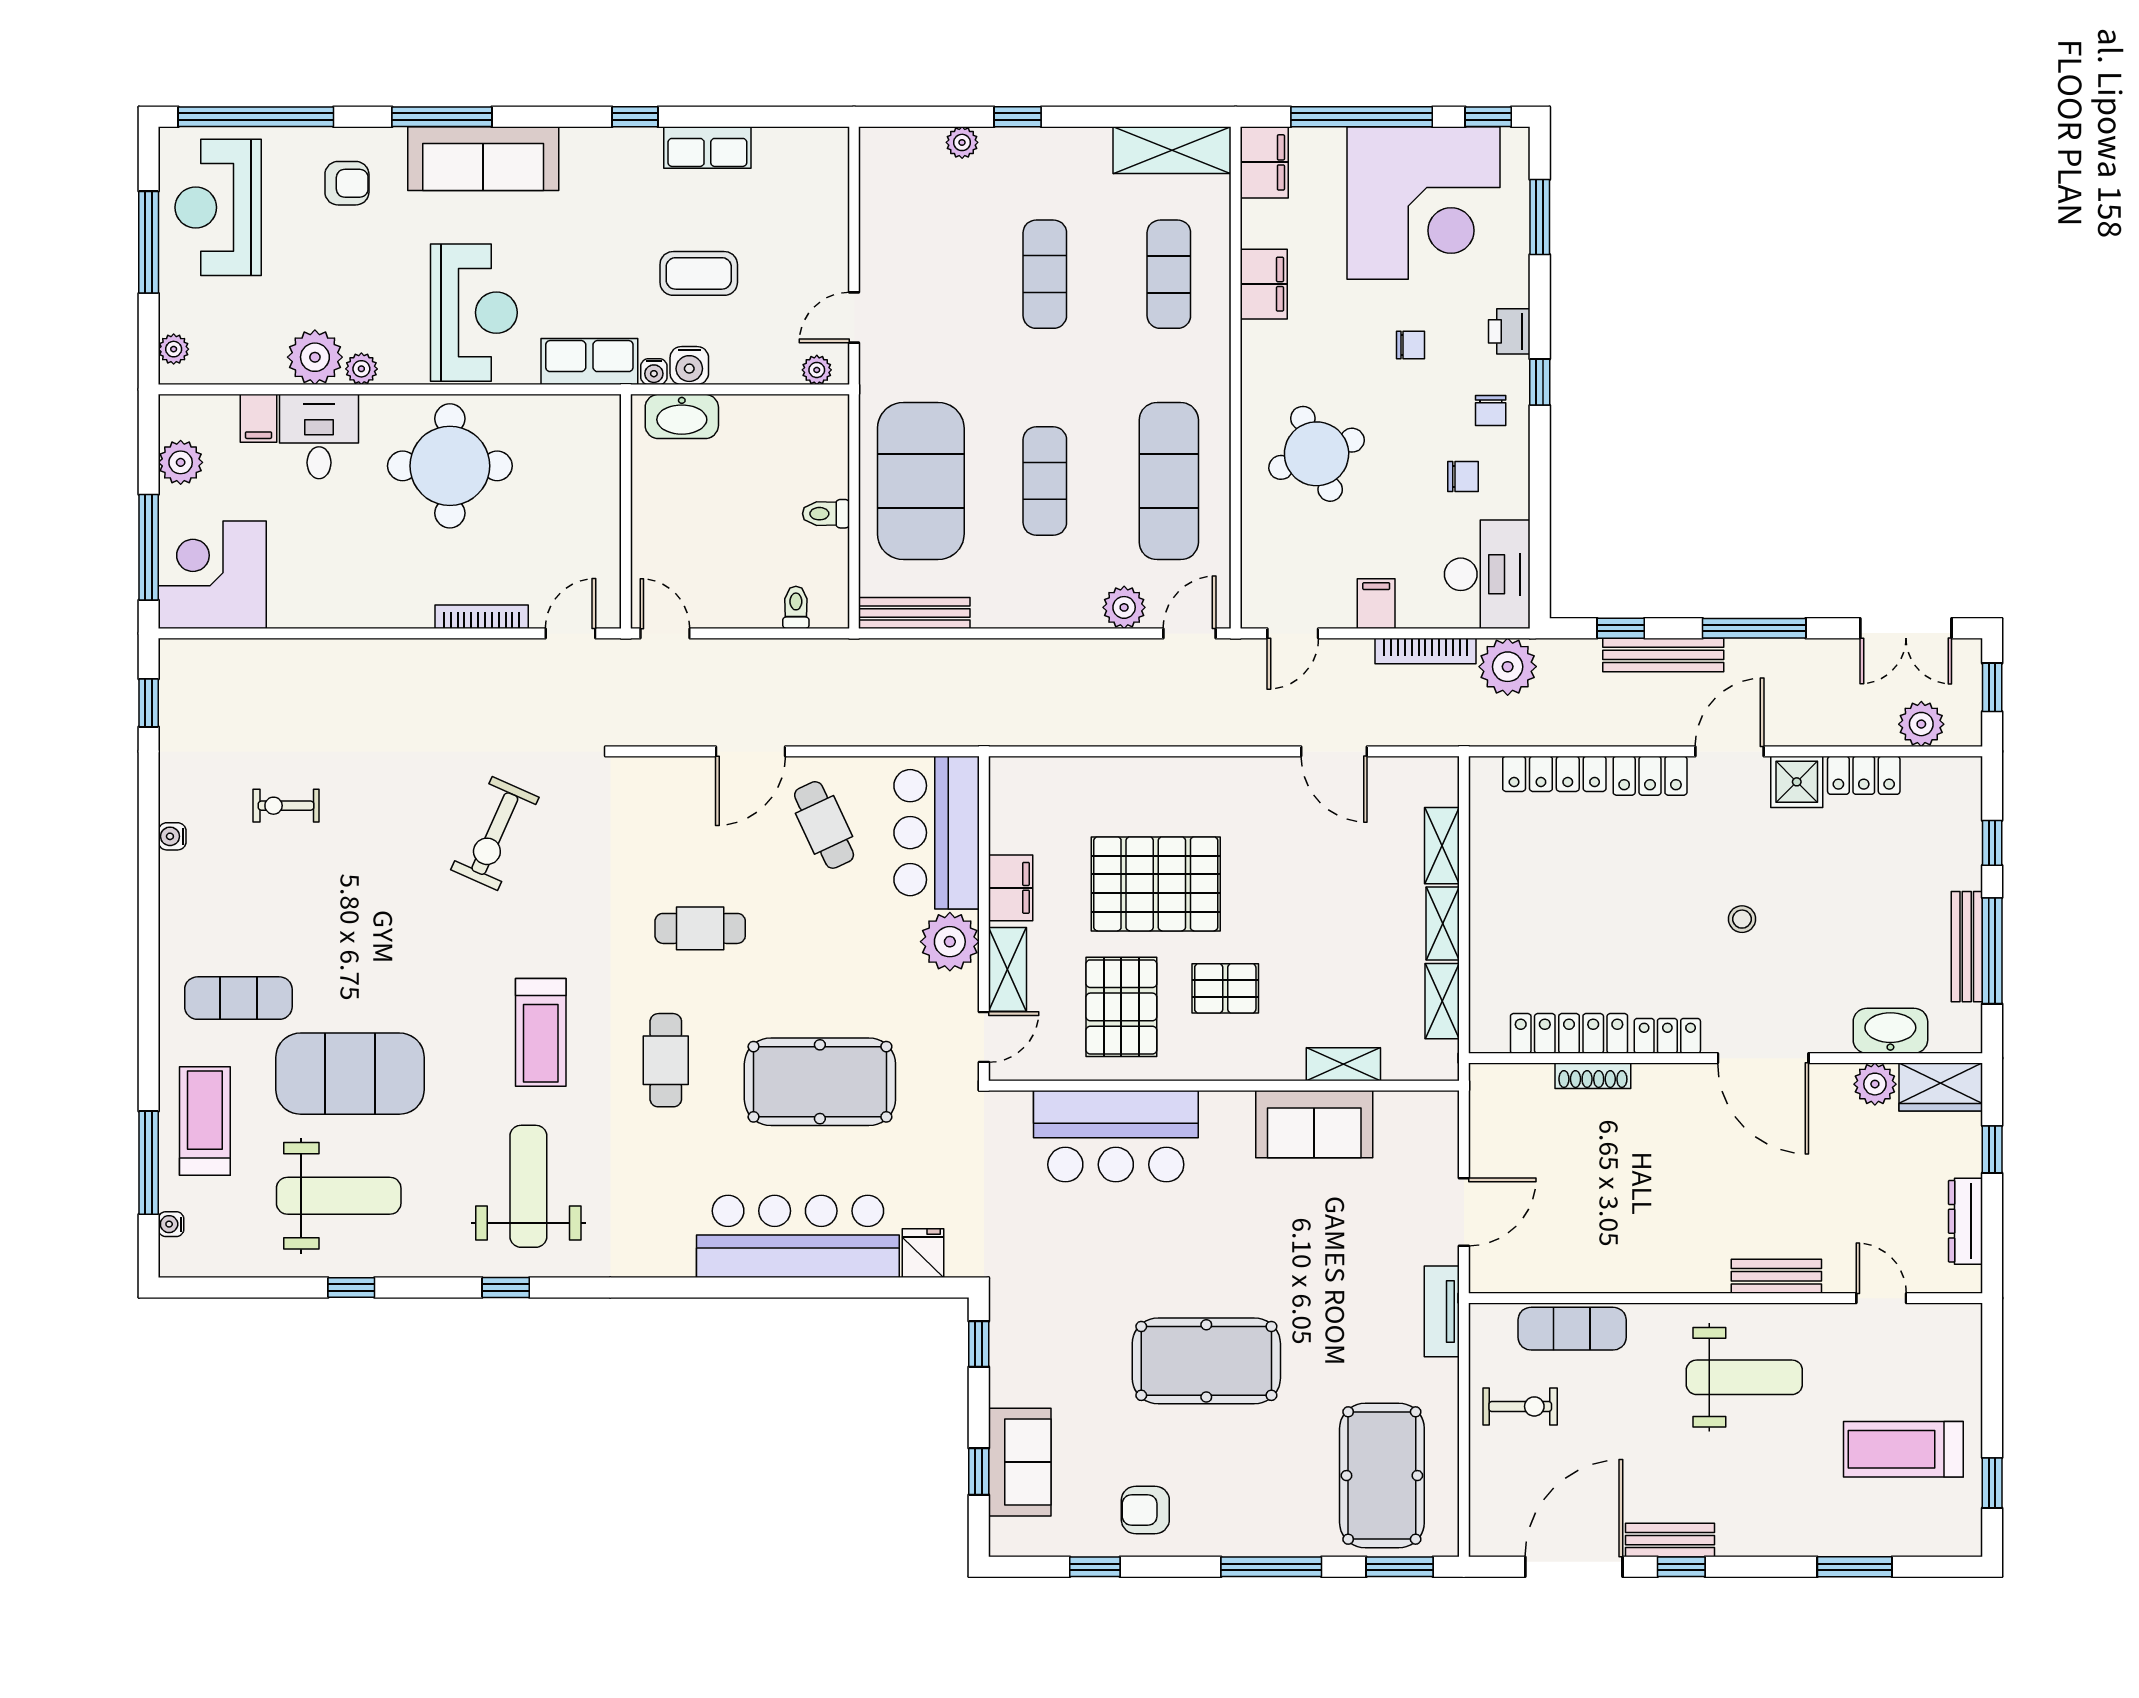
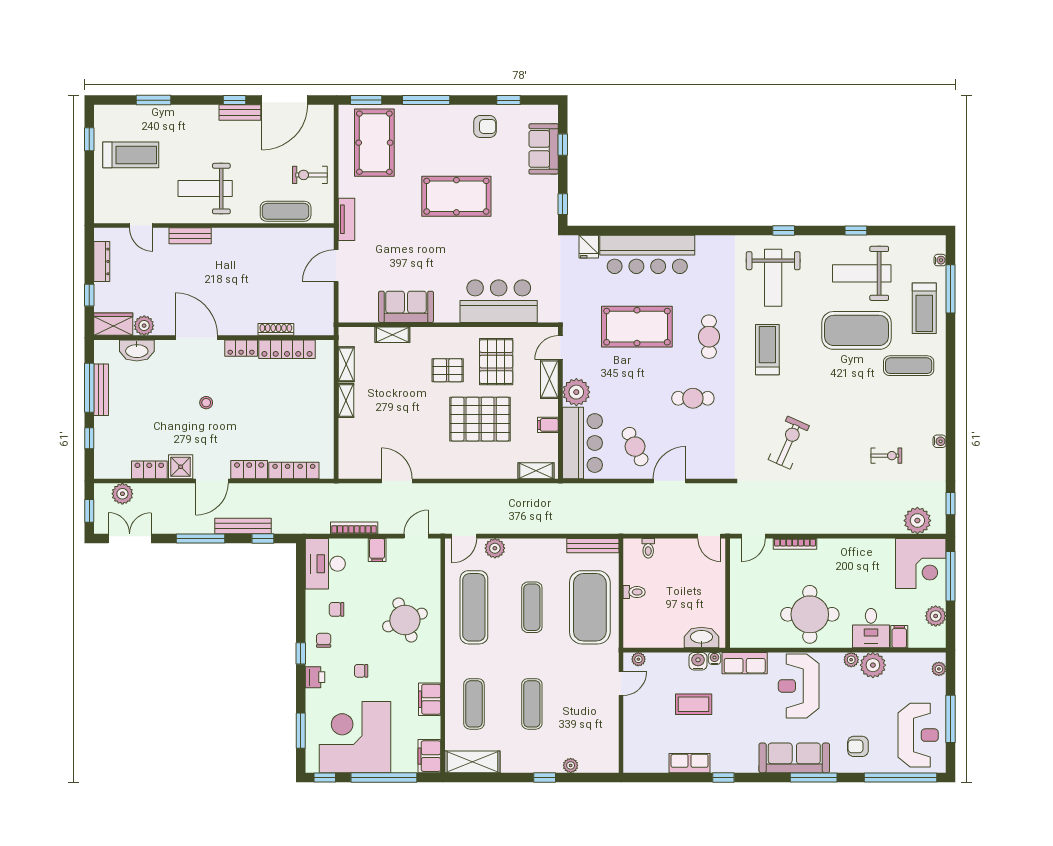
plant: (1508, 667) -> (917, 521), moved
shelving: (1442, 846) -> (536, 471), moved, turned 90
filing cabinet: (1011, 888) -> (548, 425), width x0.50

